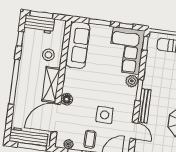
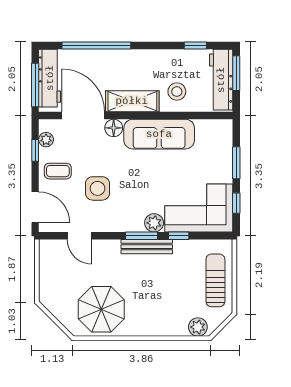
workbench: (39, 24) -> (221, 80), width x1.38
window: (145, 43) -> (179, 236), moved
sofa: (78, 45) -> (159, 134), moved
window: (14, 82) -> (96, 46), moved
bench: (144, 106) -> (147, 247), moved
door: (134, 131) -> (79, 236), hinge flipped

